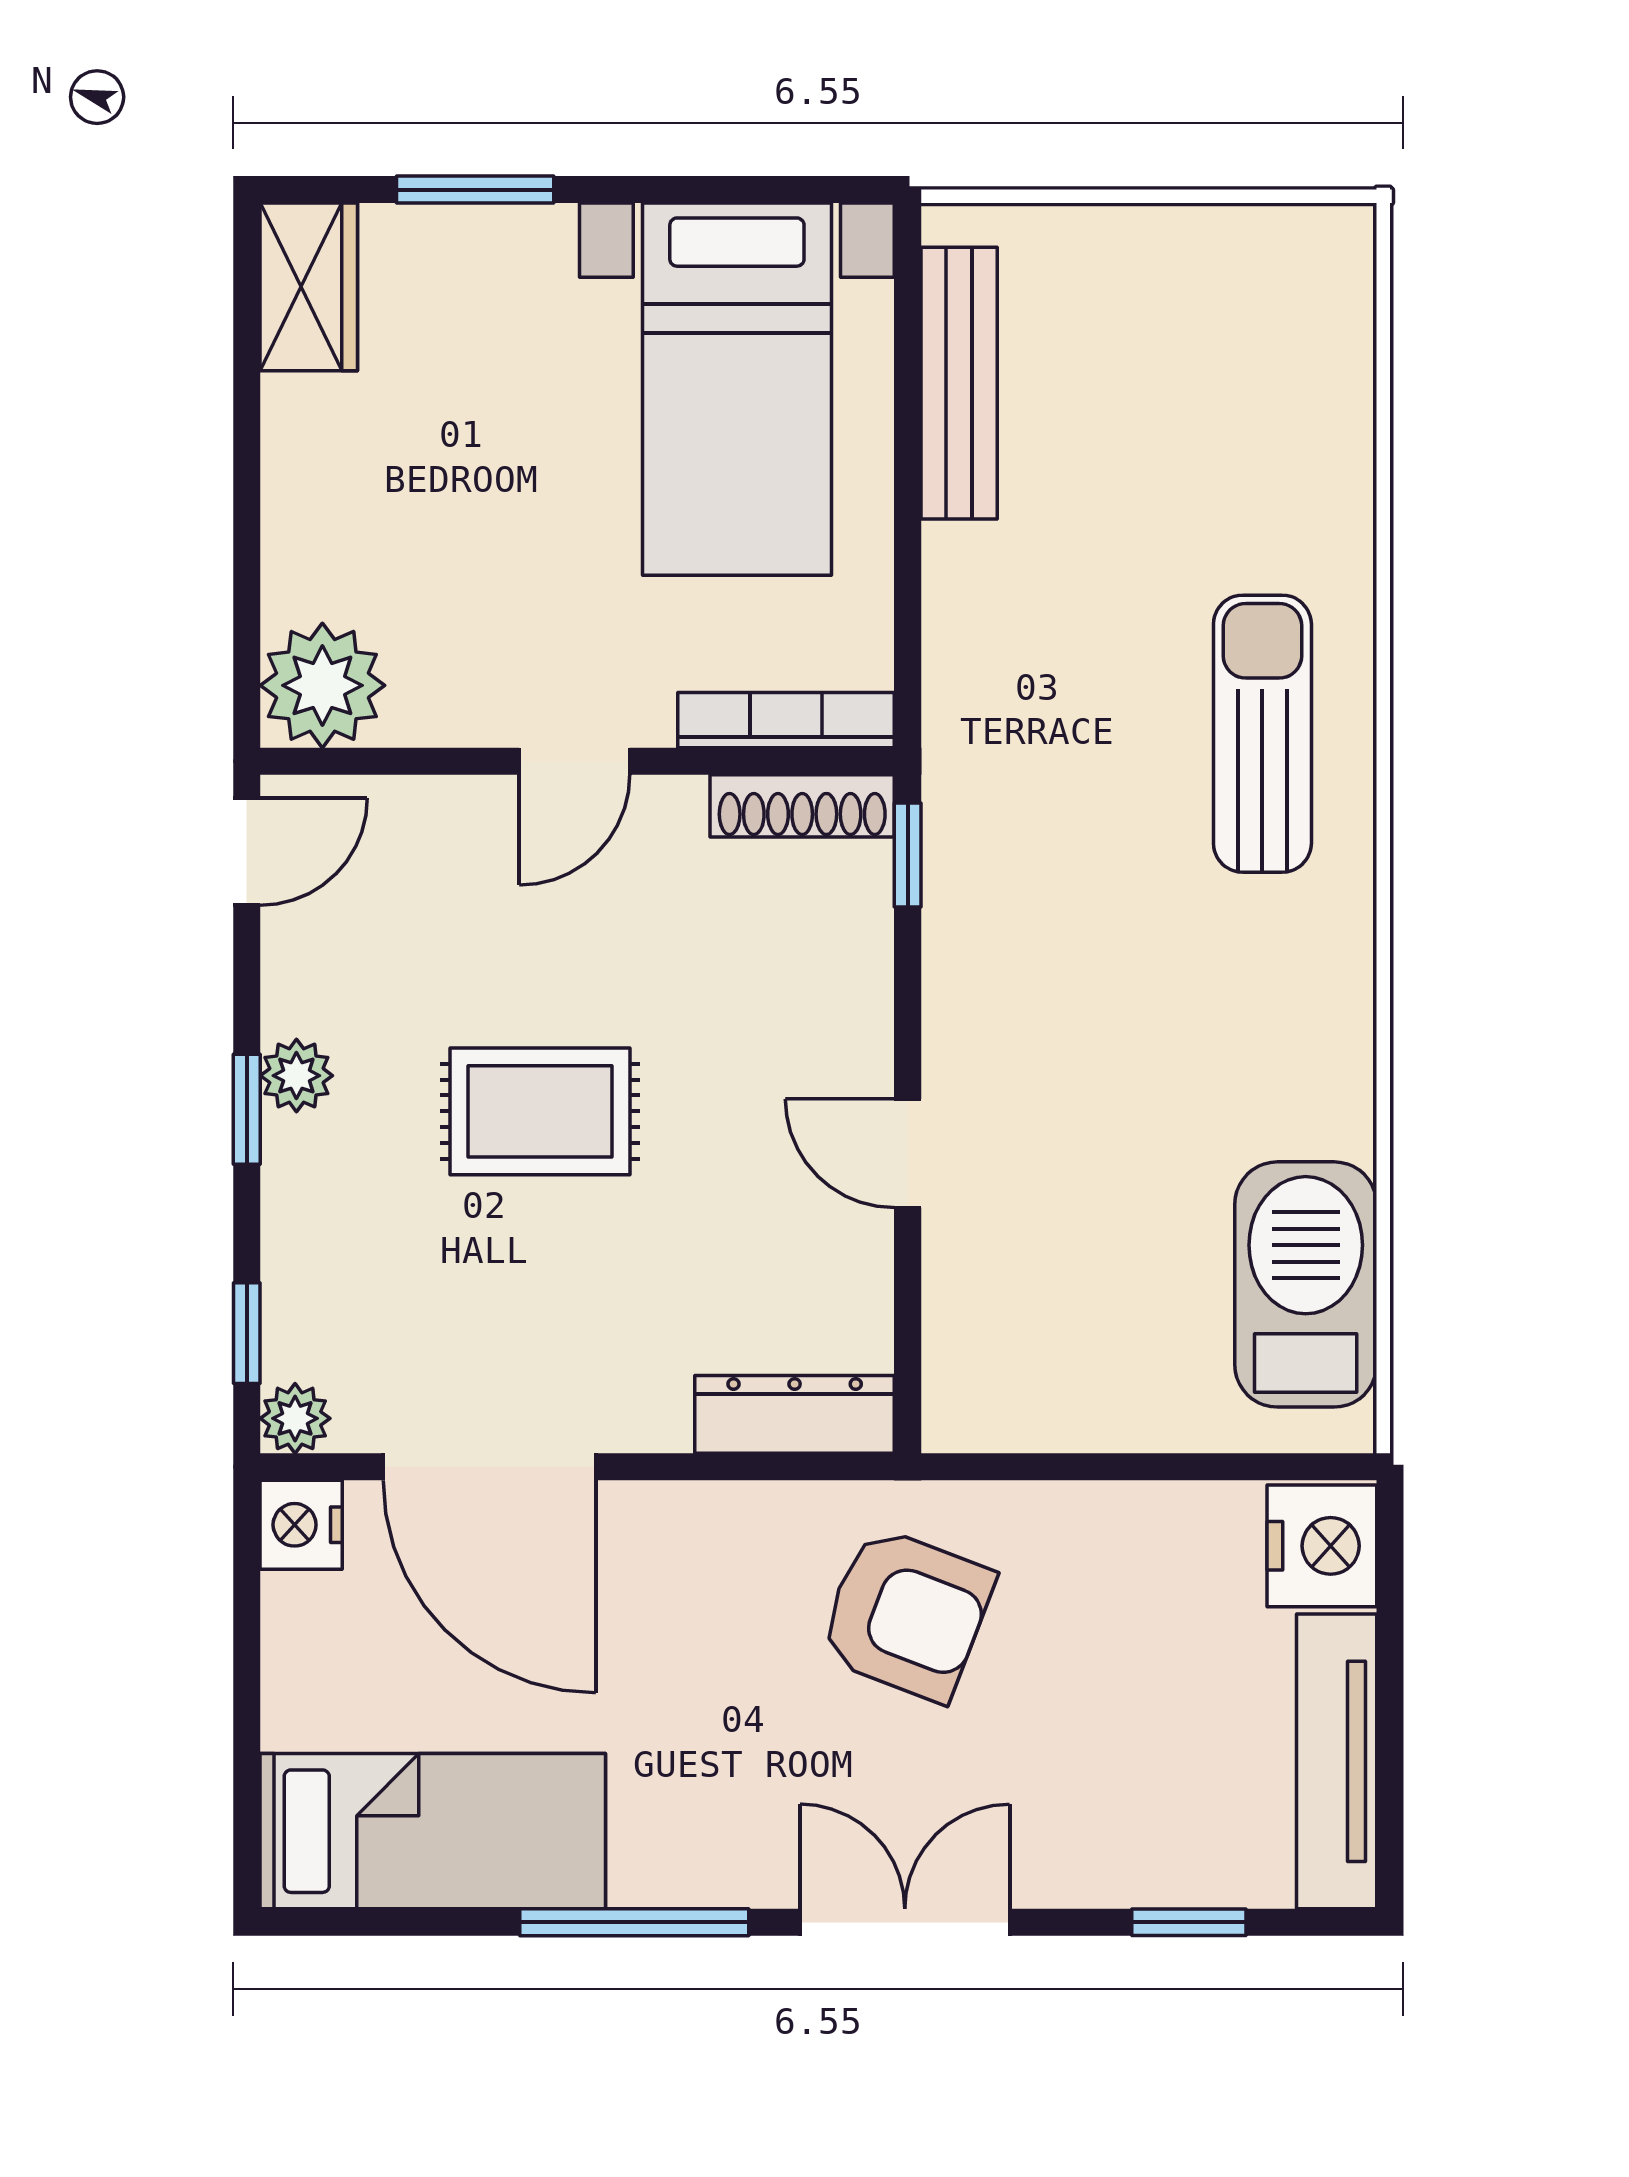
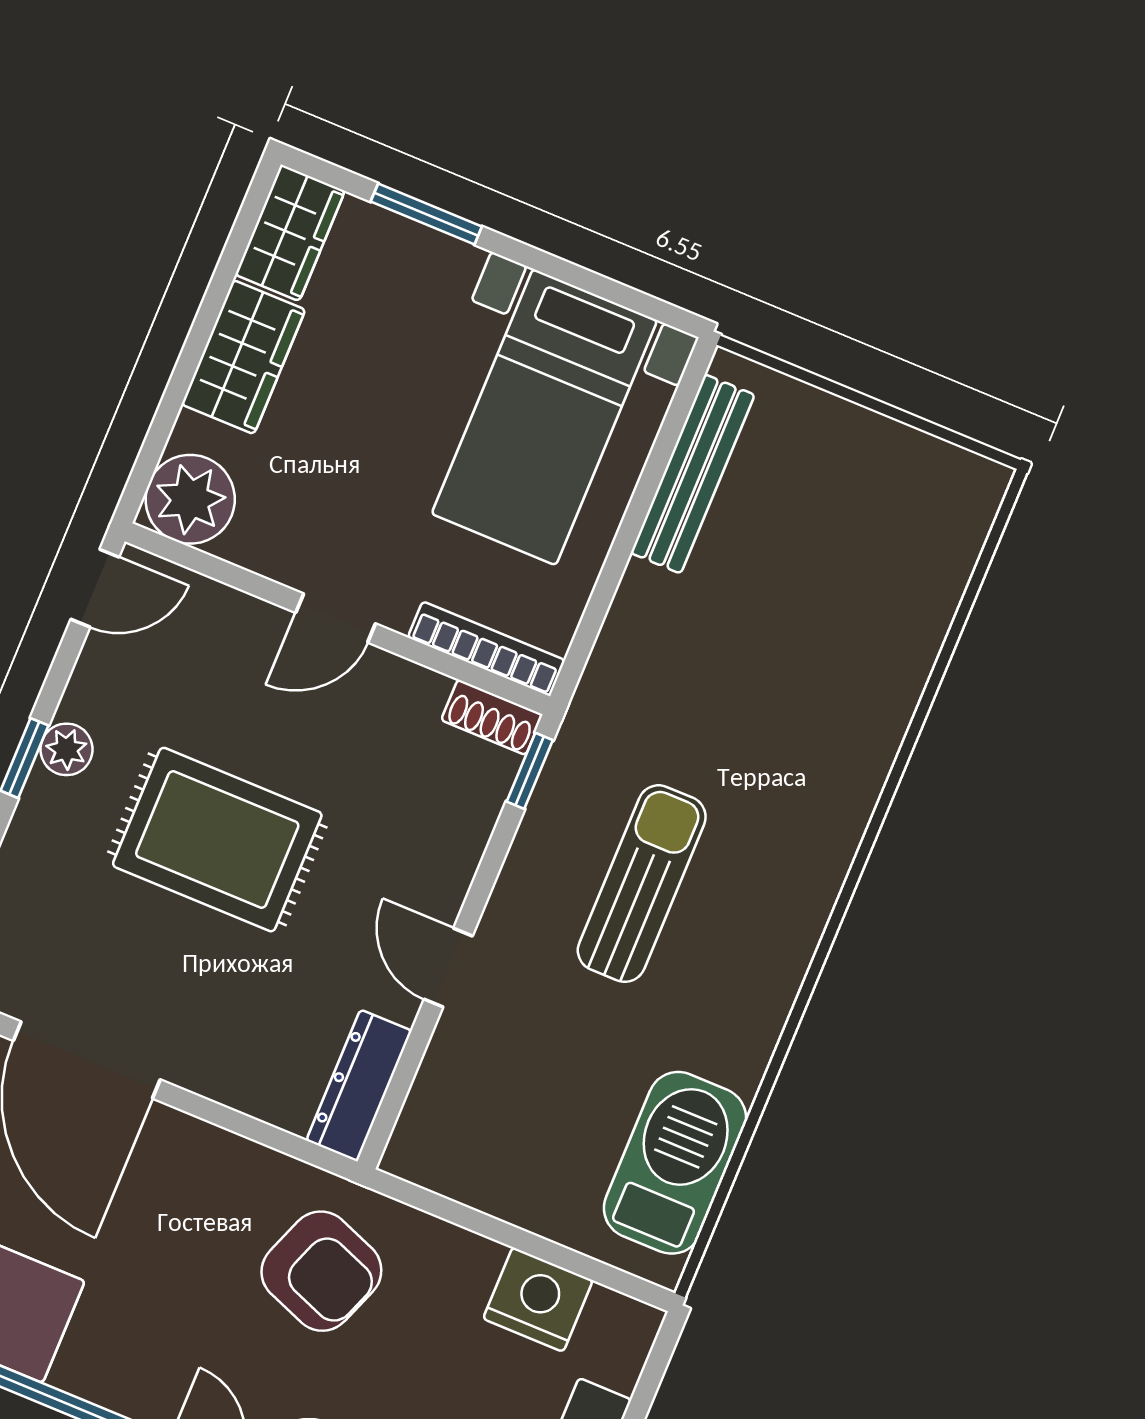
wardrobe: (315, 473) -> (243, 357), added
sun lounger: (1262, 734) -> (642, 884), moved
shoe rack: (802, 806) -> (492, 717), width x0.70
rug: (540, 1111) -> (217, 840), width x1.36, depth x1.43
dresser: (795, 1414) -> (359, 1086), moved, turned -90
nightstand: (1322, 1546) -> (538, 1300), moved, turned -90

